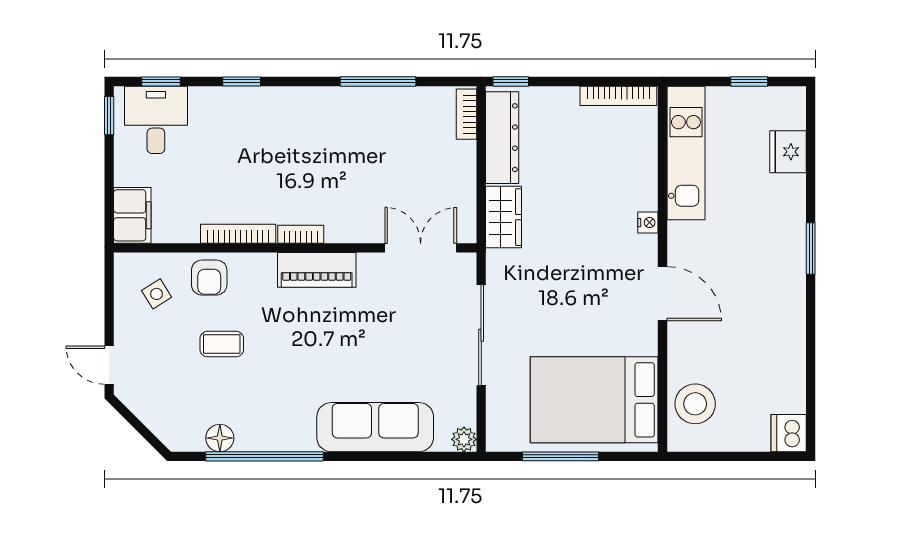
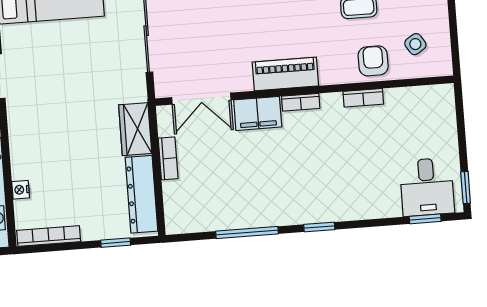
window: (242, 81) -> (319, 227), moved
window: (511, 81) -> (116, 243), moved
bookcase: (466, 114) -> (168, 158), moved
filing cabinet: (132, 215) -> (258, 113), moved, turned -90
nightstand: (648, 223) -> (21, 190), moved
bookcase: (238, 234) -> (363, 98), width x0.64

